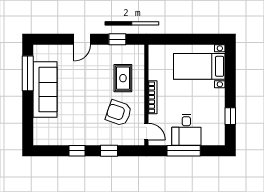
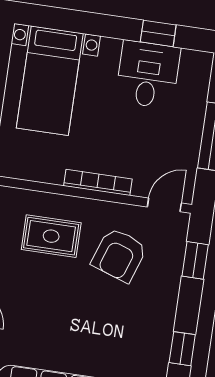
desk: (186, 130) -> (148, 75), moved, turned -90
window: (109, 151) -> (195, 260), moved

